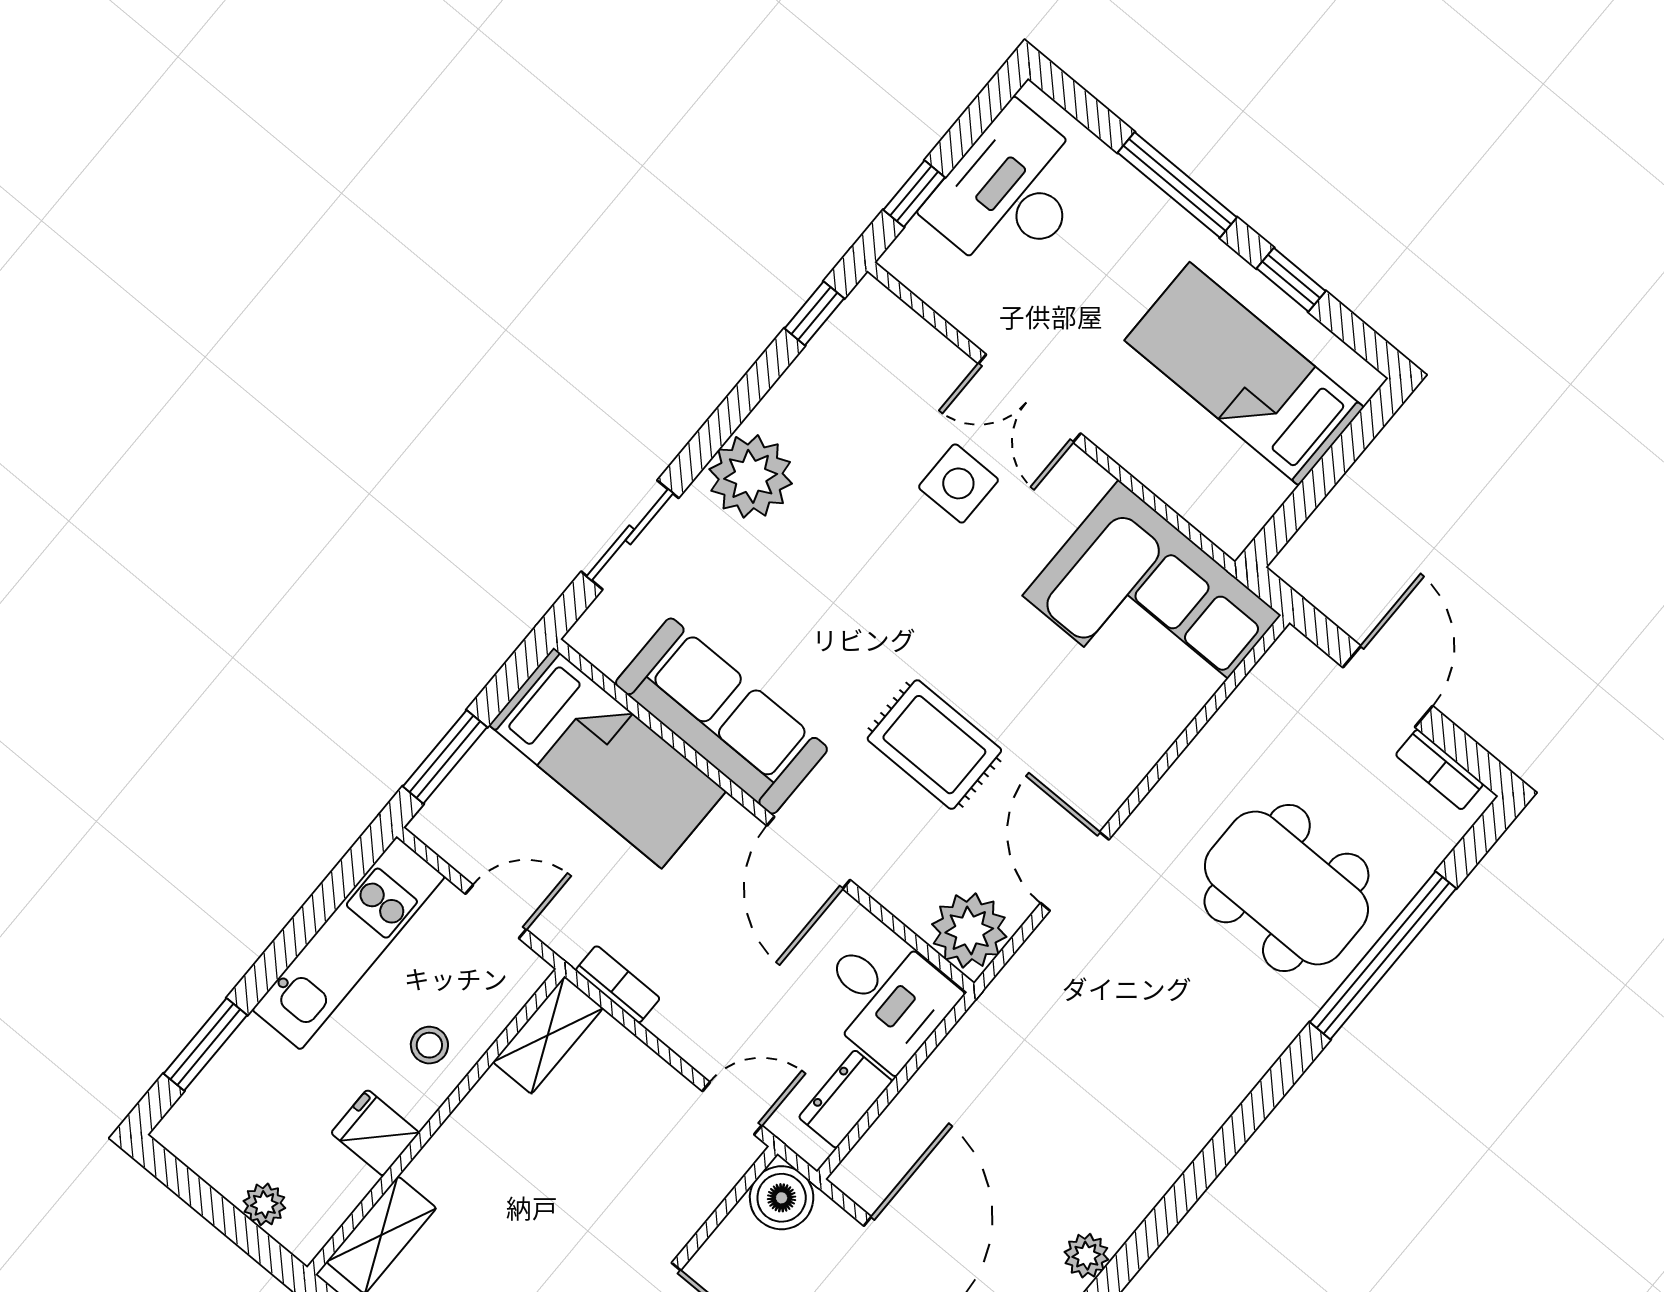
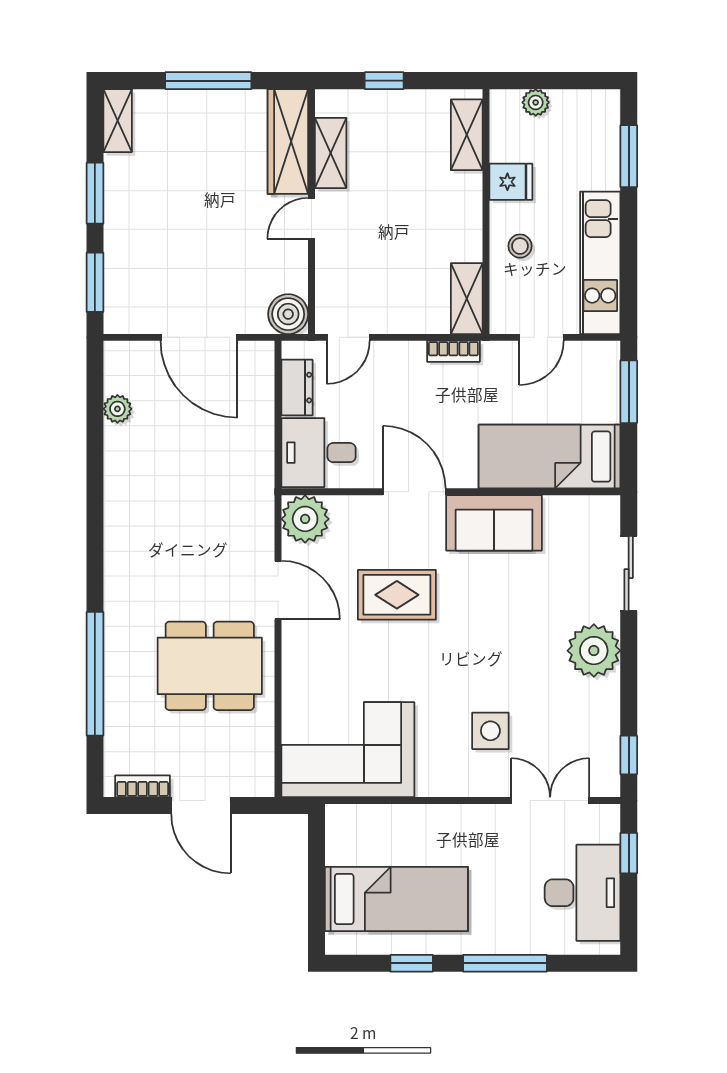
double door: (1030, 398) -> (550, 801), moved
sofa: (721, 716) -> (494, 523), width x0.73
dining table: (1286, 888) -> (210, 666), moved

